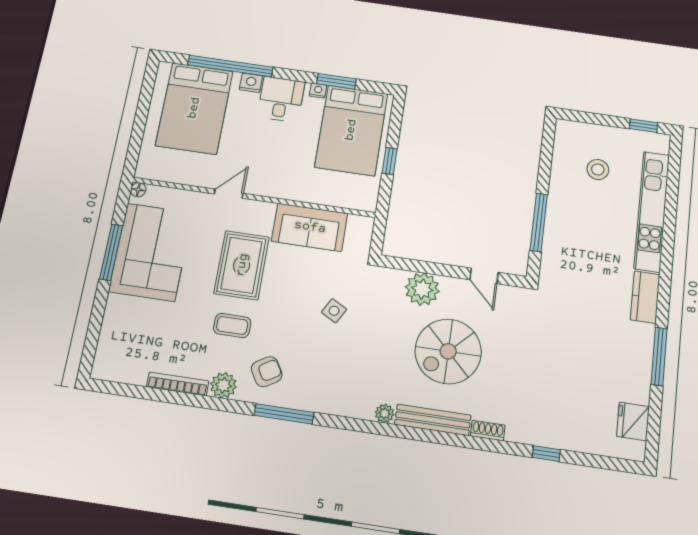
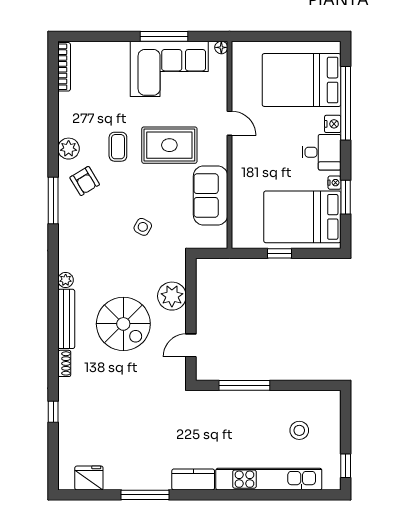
spiral stairs: (448, 351) -> (123, 324), turned 180
bookcase: (178, 384) -> (64, 67), moved

